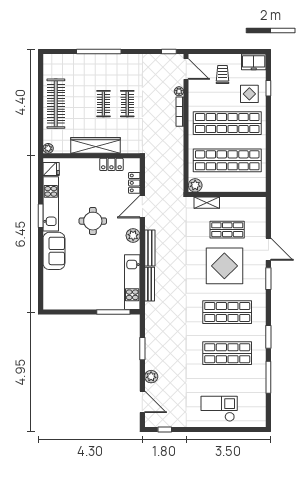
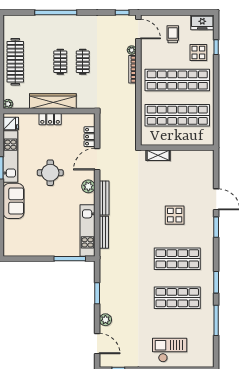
locker: (111, 164) -> (50, 119), moved
plant: (195, 185) -> (147, 139), removed
shop shelf: (227, 230) -> (177, 181), removed
display table: (224, 266) -> (175, 215), width x0.54, depth x0.54

